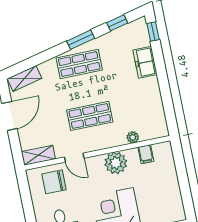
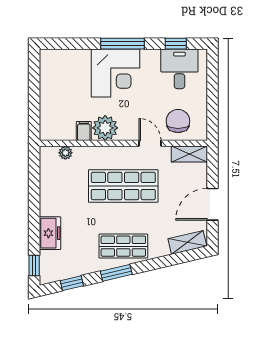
shop shelf: (90, 116) -> (123, 186), width x1.43, depth x1.36
plant: (133, 137) -> (65, 153), moved
filing cabinet: (146, 154) -> (84, 131), moved
chair: (54, 182) -> (178, 121), turned -90

